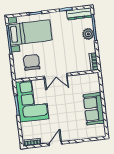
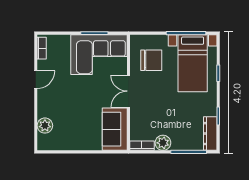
plant: (88, 34) -> (163, 143), moved
sofa: (94, 109) -> (115, 129), moved, turned -90
plant: (88, 133) -> (45, 126), added
door: (55, 144) -> (36, 80), hinge flipped

